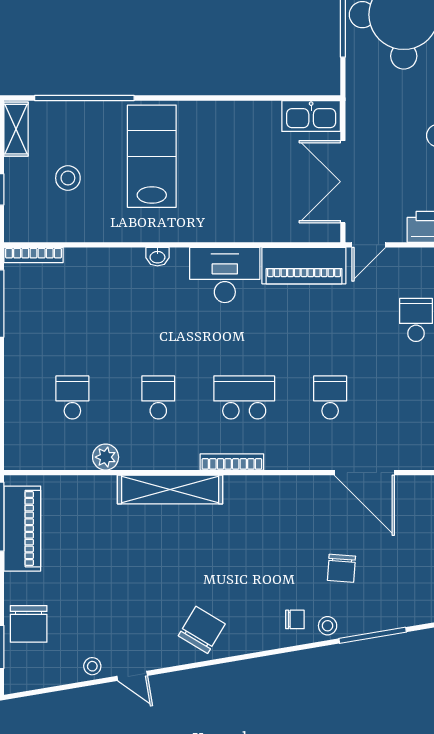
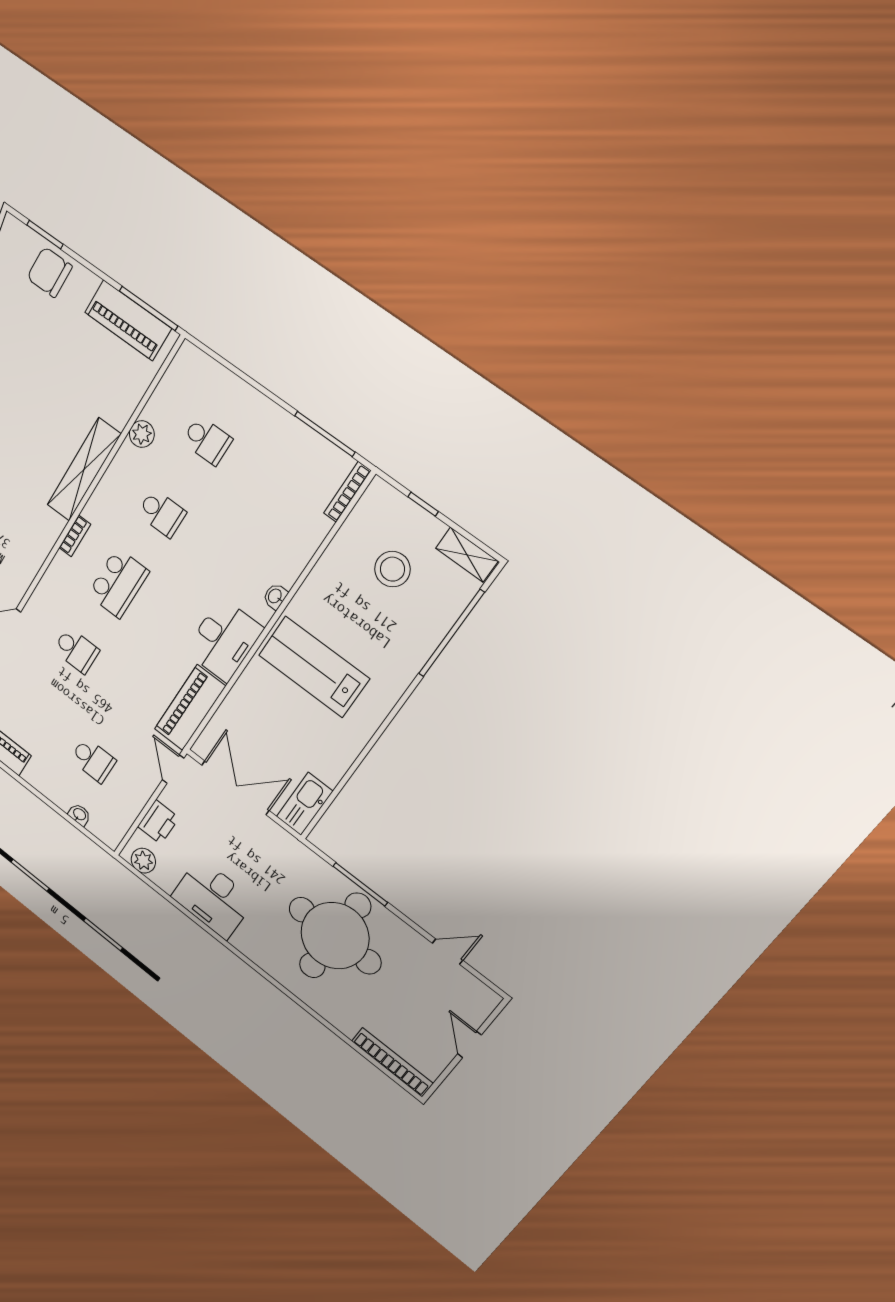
lab bench: (152, 156) -> (314, 667), moved, turned 180
stool: (68, 178) -> (392, 569), width x1.38, depth x1.38
bookcase: (232, 462) -> (75, 536), width x0.64

